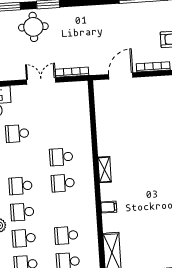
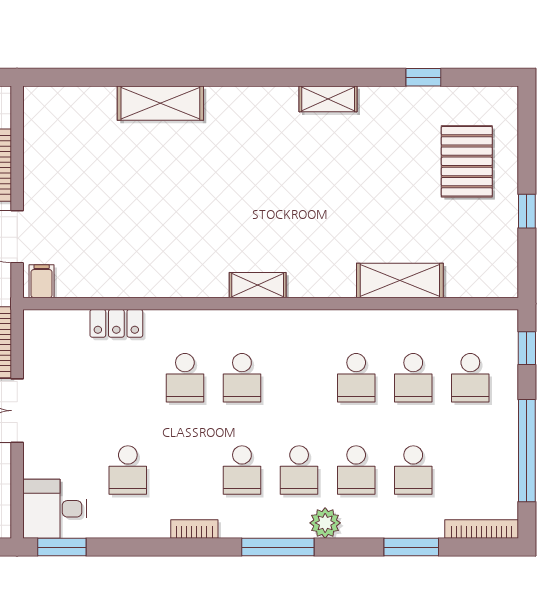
locker: (84, 124) -> (116, 323), added
shelving: (105, 170) -> (258, 285), moved
filing cabinet: (109, 207) -> (42, 281), moved

